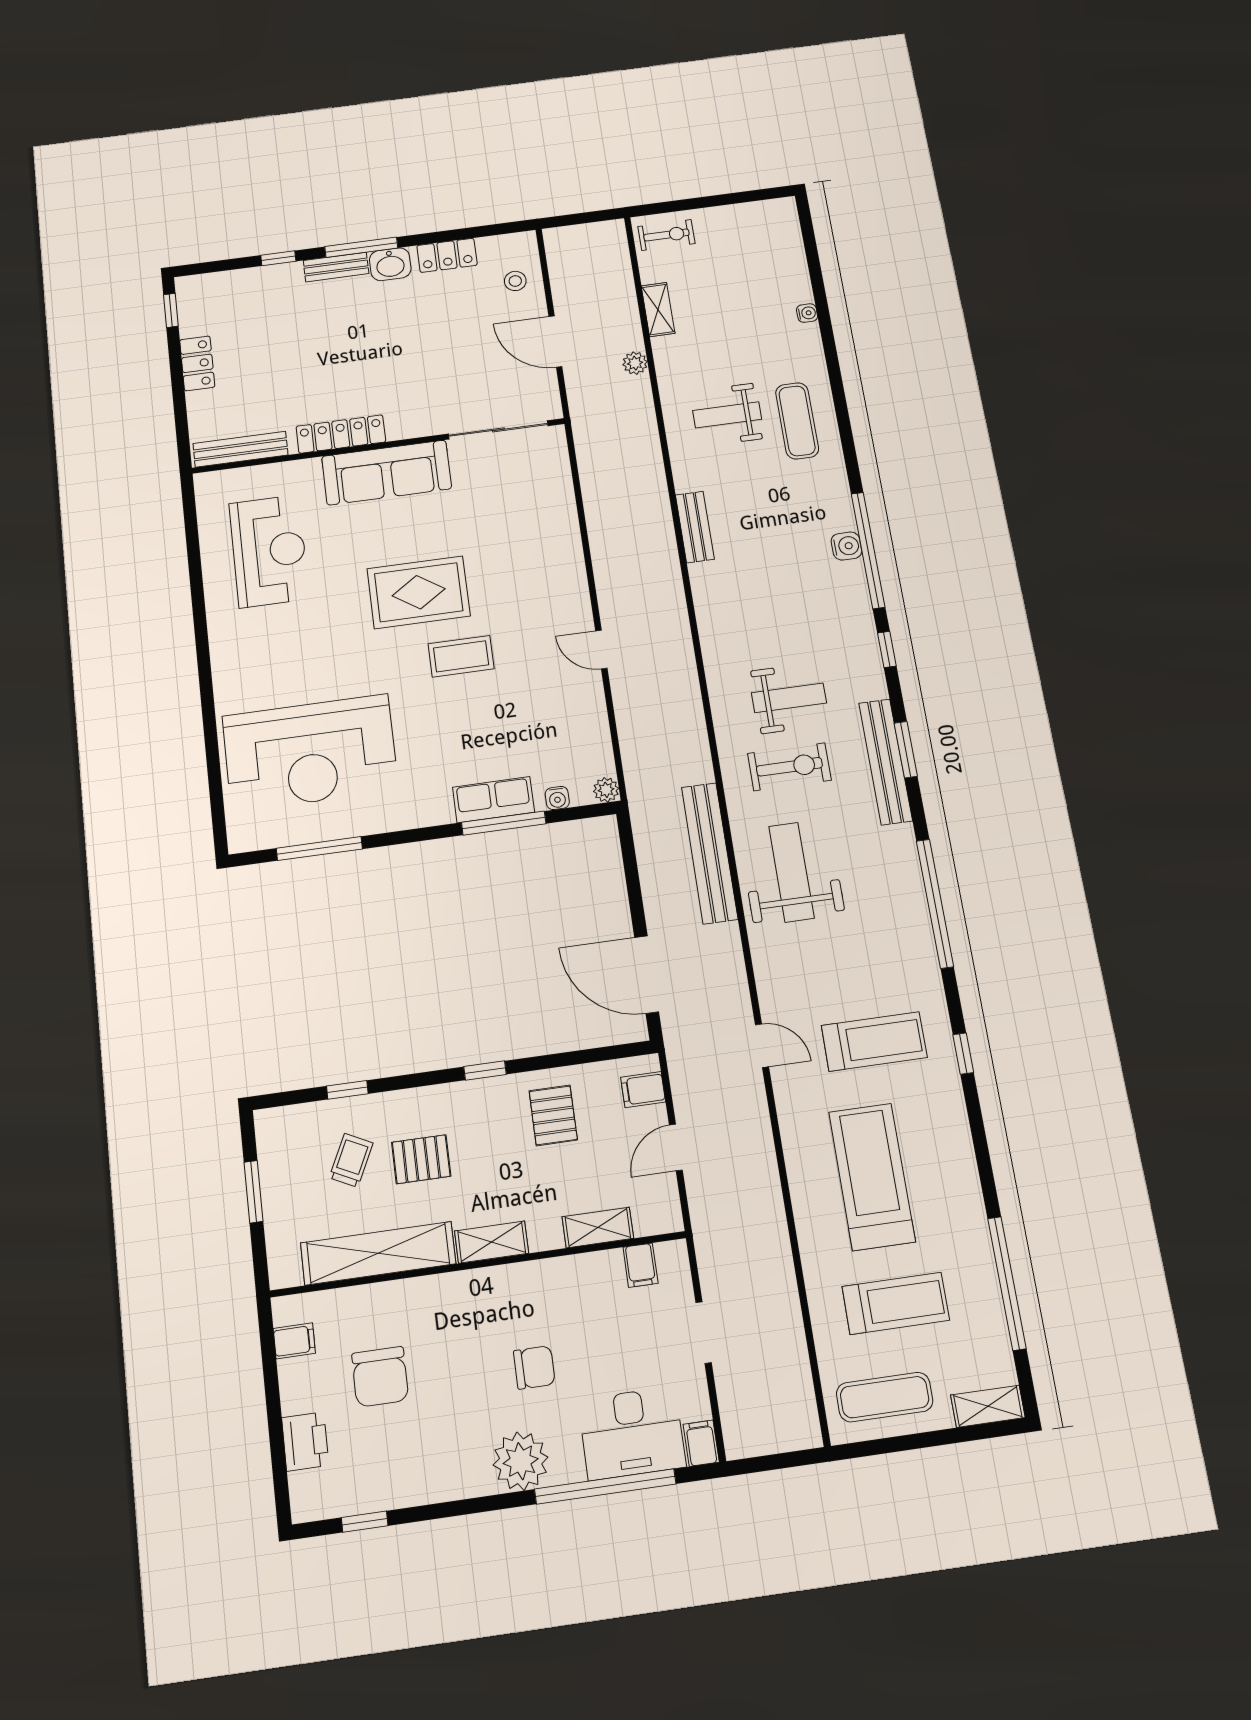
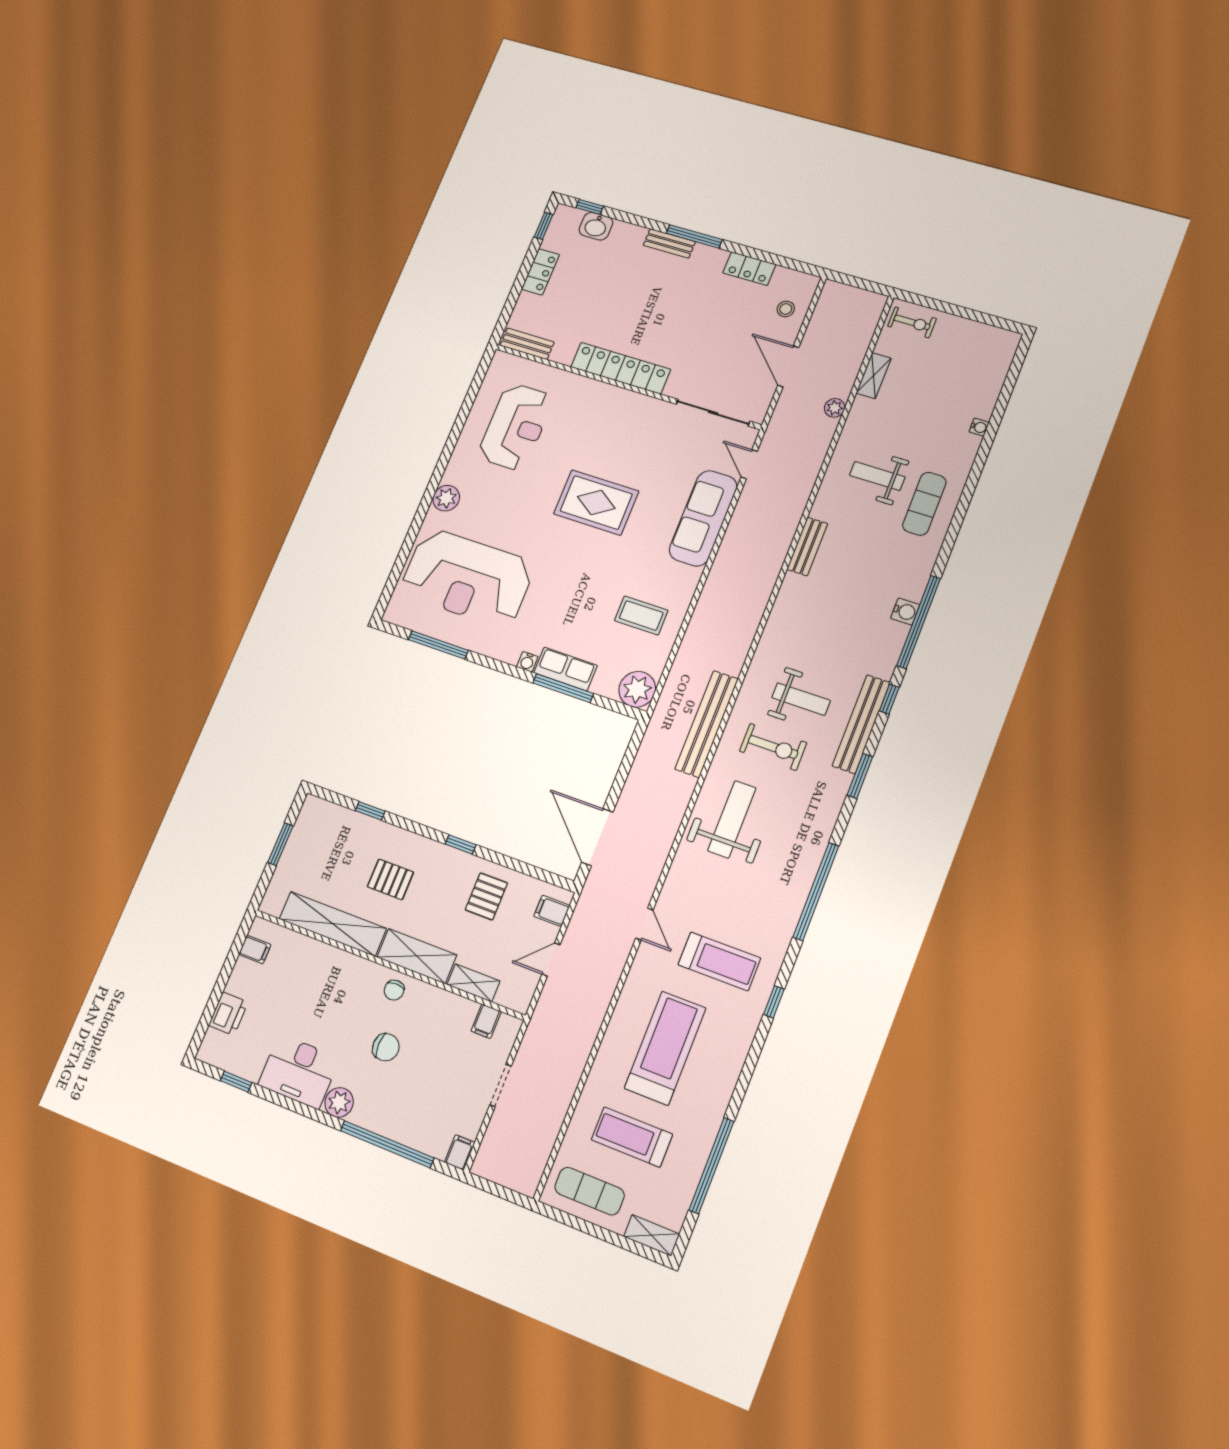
window: (278, 258) -> (590, 207), moved
washbasin: (390, 264) -> (596, 226), moved
locker: (341, 434) -> (621, 368), width x1.41, depth x1.21
bench: (240, 449) -> (527, 344), width x0.73
sofa: (387, 473) -> (703, 518), moved, turned 90
door: (601, 650) -> (749, 464), moved
coffee table: (461, 656) -> (641, 615), moved
plant: (230, 672) -> (446, 498), added
bench: (886, 762) -> (861, 724), moved
plant: (606, 790) -> (637, 689), width x1.88, depth x1.88
water cooler: (557, 798) -> (527, 662), moved
bench: (710, 853) -> (707, 724), moved
trolley: (351, 1160) -> (348, 857), removed
shelving: (492, 1242) -> (417, 956), width x1.50, depth x1.33
treadmill: (896, 1303) -> (632, 1137), turned 180
chair: (380, 1377) -> (394, 990), moved, width x0.54, depth x0.54
desk: (632, 1433) -> (299, 1071), moved
plant: (521, 1461) -> (339, 1102), width x0.73, depth x0.73

